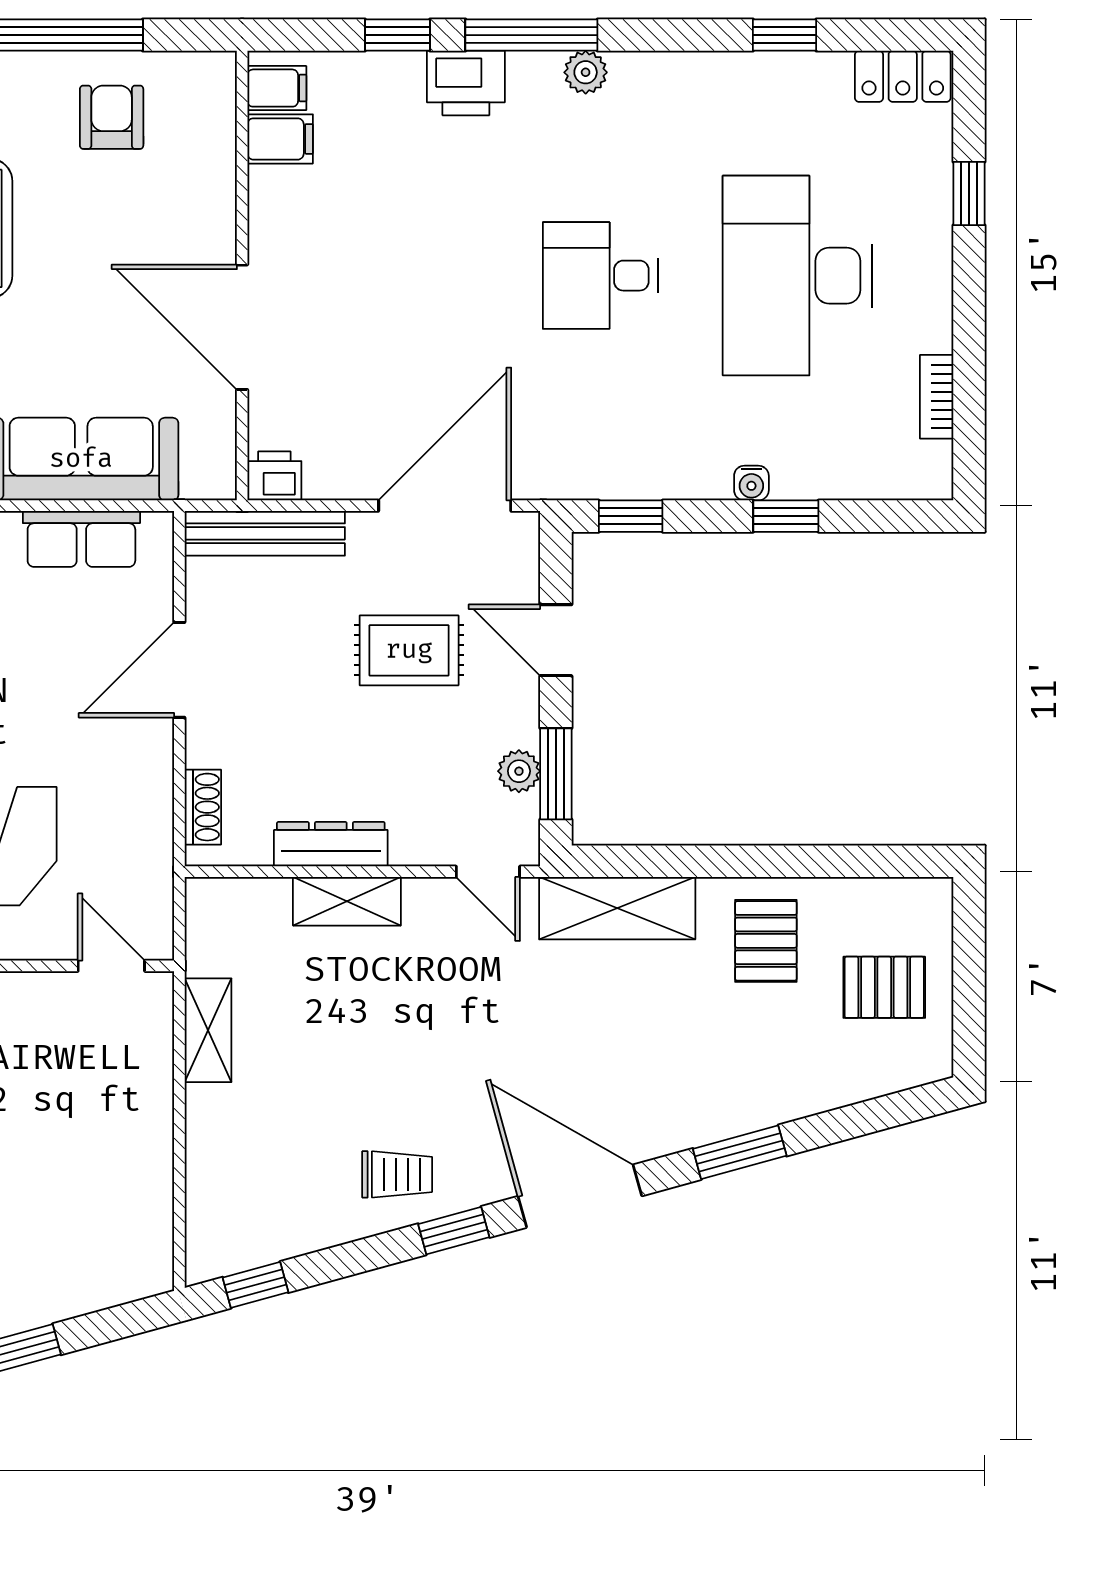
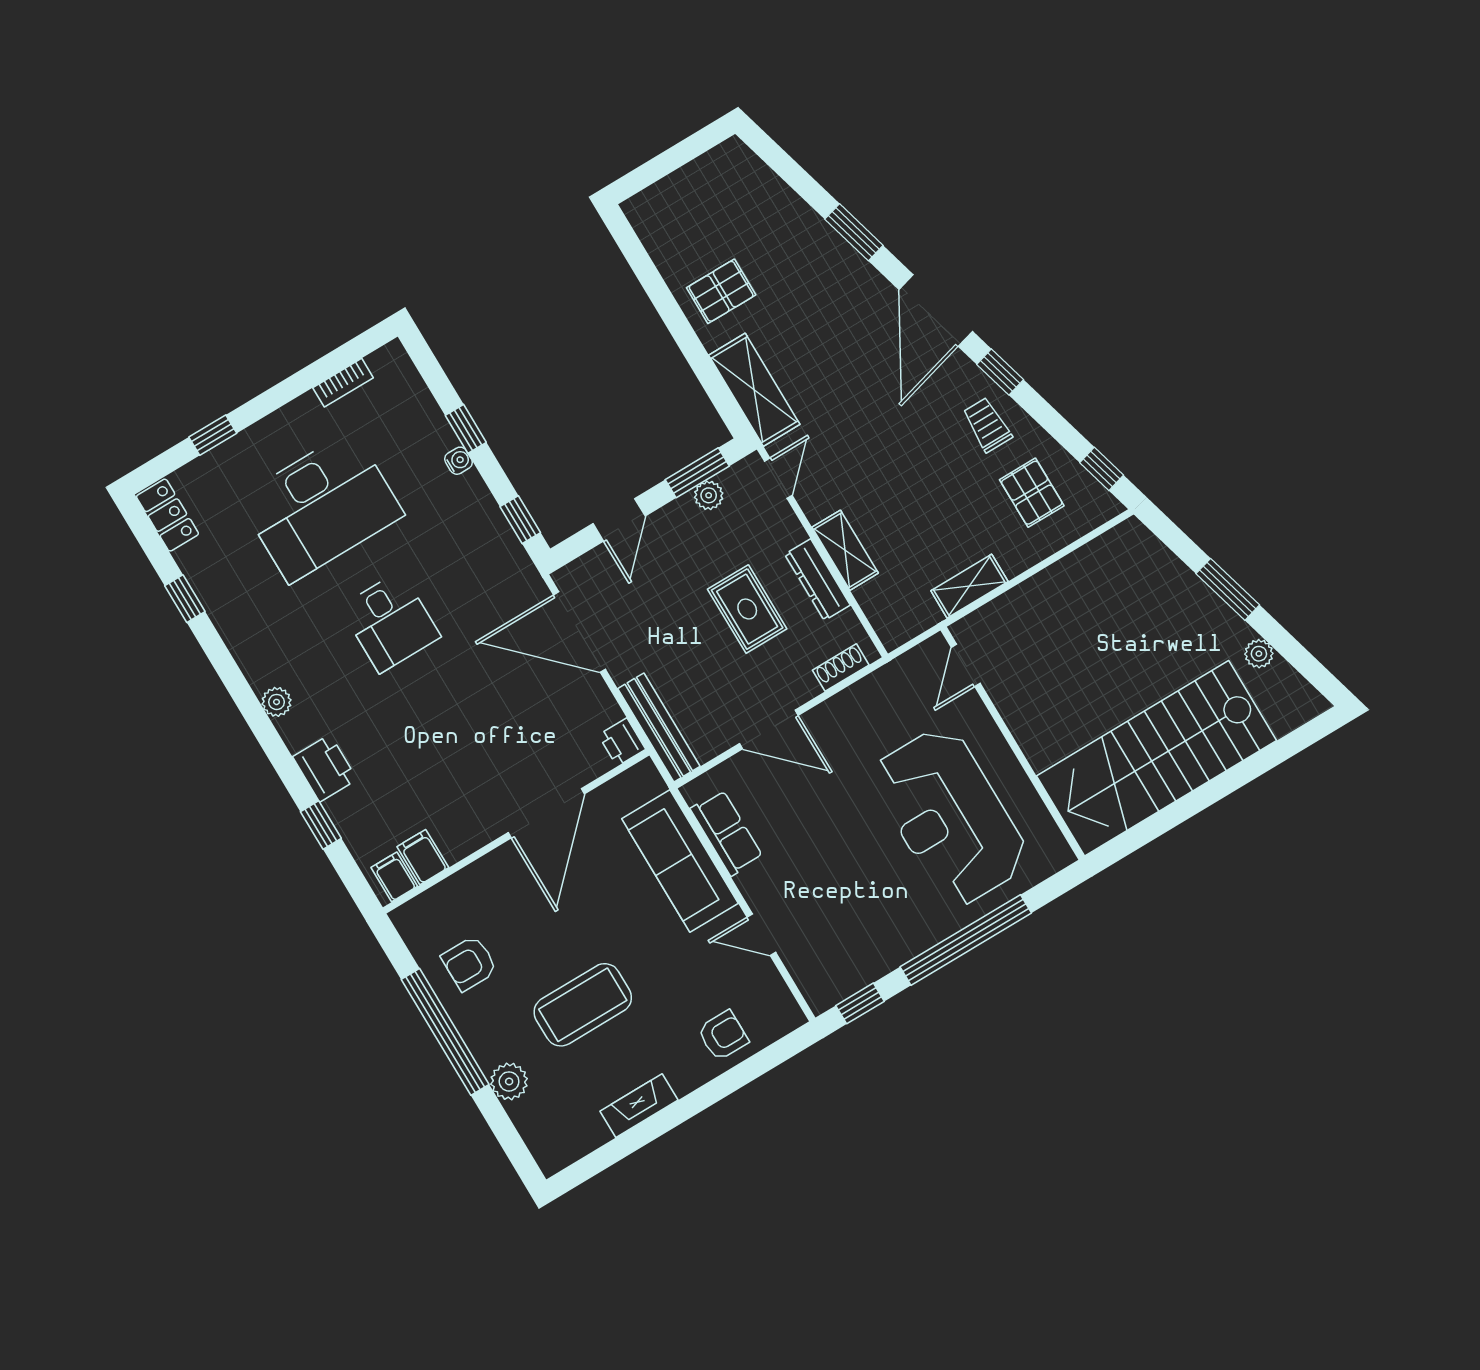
window: (531, 35) -> (274, 747), removed
rug: (409, 650) -> (747, 609), moved
pallet: (884, 987) -> (1032, 493), moved

